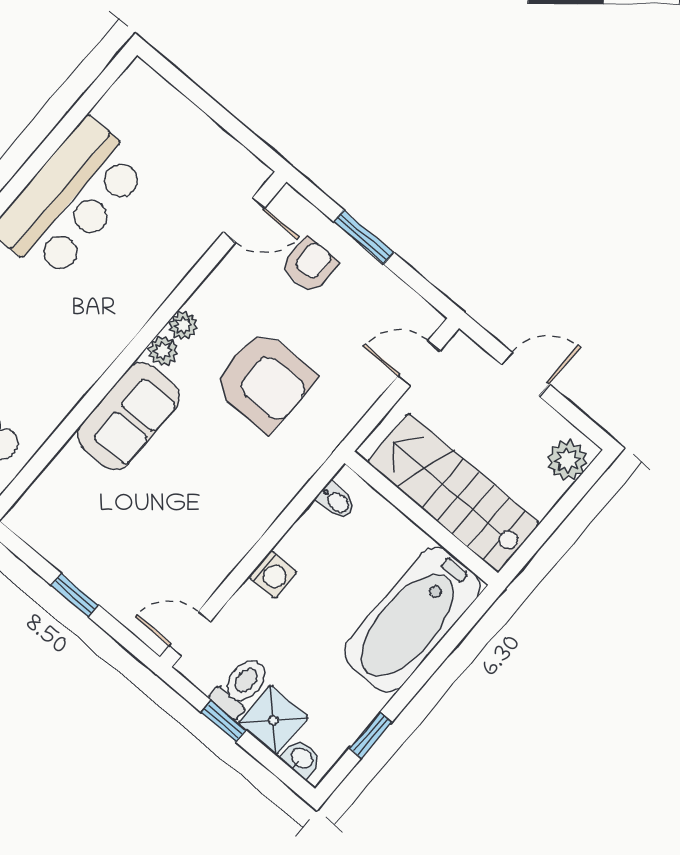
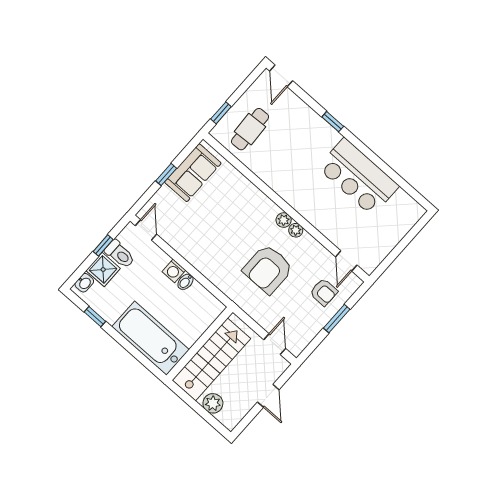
sofa: (128, 416) -> (193, 173), moved, turned -90
plant: (567, 460) -> (213, 403), moved
bidet: (336, 501) -> (185, 282), moved

